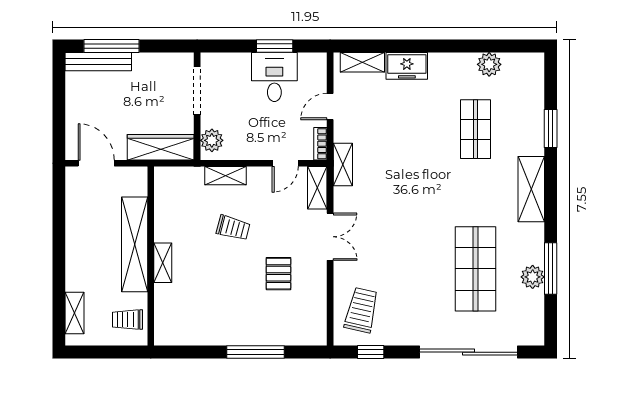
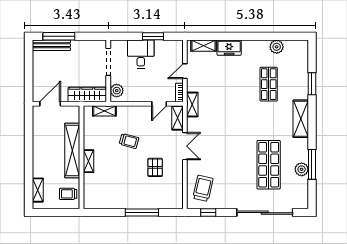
desk: (274, 77) -> (141, 54), moved
door: (96, 163) -> (50, 104), hinge flipped
shelving: (225, 176) -> (104, 111), moved

